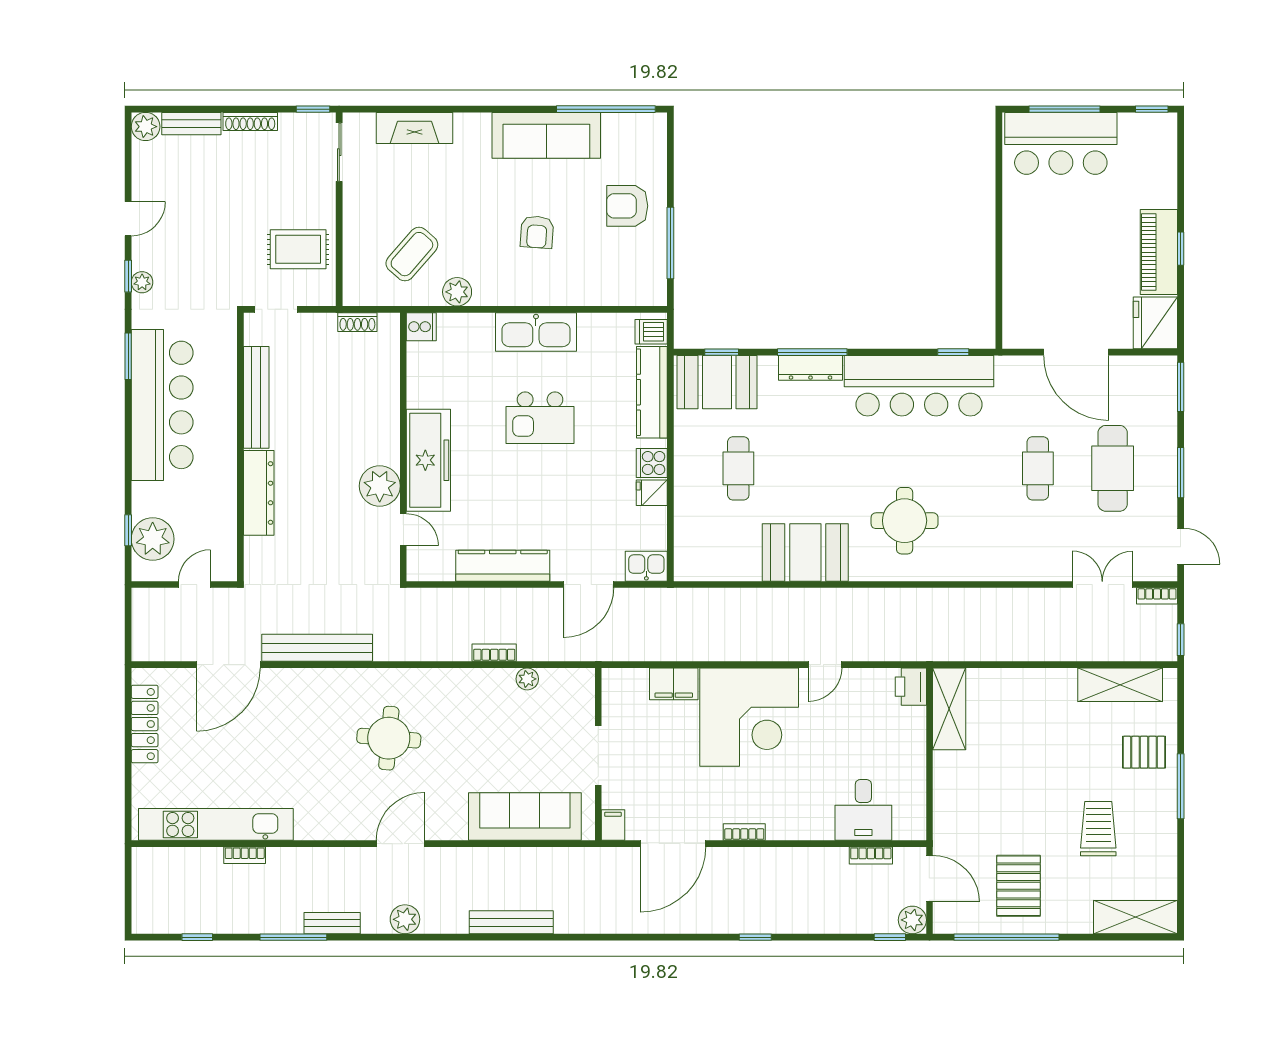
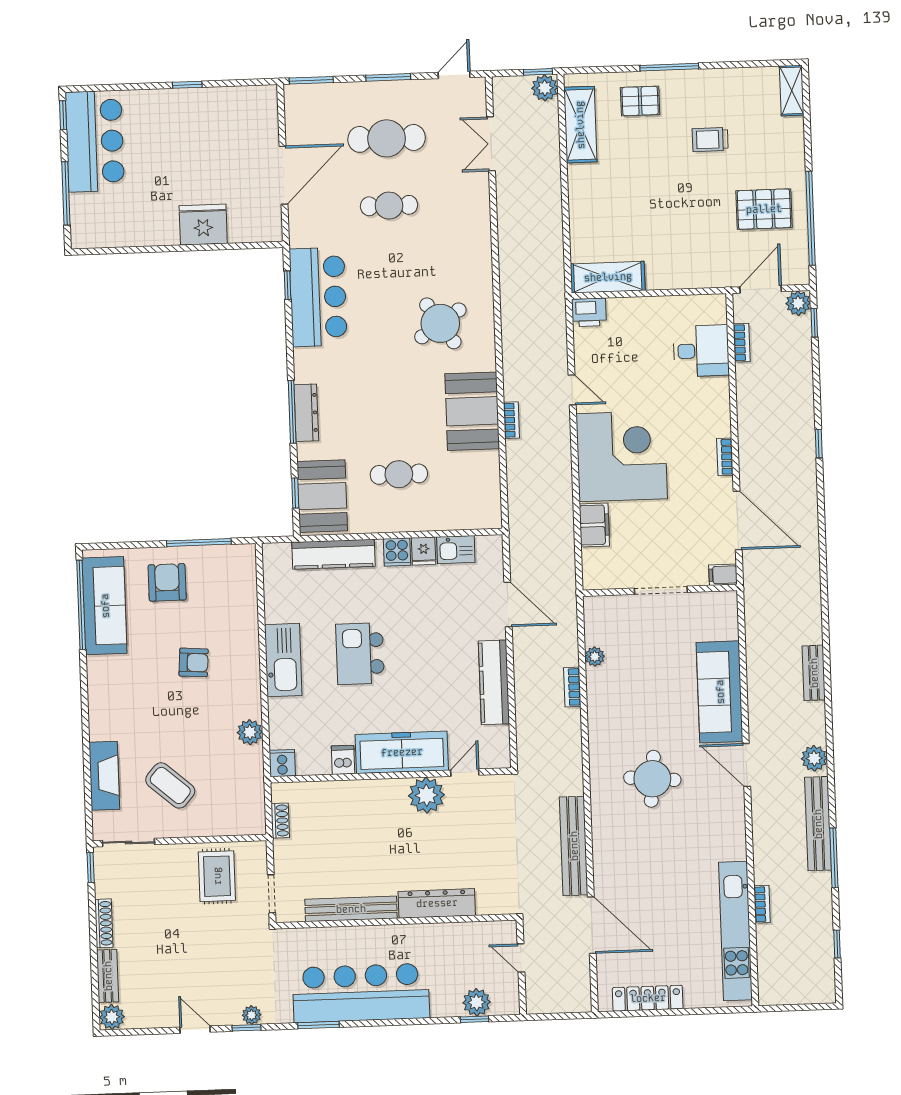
sofa: (546, 135) -> (105, 606), moved
bar counter: (1061, 143) -> (95, 141), moved
armchair: (627, 206) -> (167, 582), turned 180
piano: (1159, 252) -> (191, 104), removed
coffee table: (412, 254) -> (170, 785), moved
fridge: (1155, 323) -> (203, 225), moved, turned 180
dishwasher: (651, 332) -> (343, 760), moved, turned 180
bar counter: (919, 386) -> (318, 297), width x0.73
kitchen island: (540, 418) -> (360, 654), turned 180
round table: (905, 521) -> (440, 323), turned -34
plant: (153, 539) -> (477, 1002), width x0.73, depth x0.73
kitchen sink: (646, 566) -> (456, 550), moved, turned -90
bookcase: (1157, 596) -> (511, 420), moved
plant: (1162, 647) -> (545, 88), added
pallet: (1144, 752) -> (640, 101), turned 90
sofa: (525, 817) -> (720, 692), moved
trolley: (1098, 829) -> (710, 140), width x0.73, depth x0.72
shelving: (1135, 917) -> (792, 91), width x0.67, depth x0.75
bench: (511, 922) -> (814, 673), width x0.73
bench: (332, 923) -> (818, 824), width x1.86, depth x1.21

